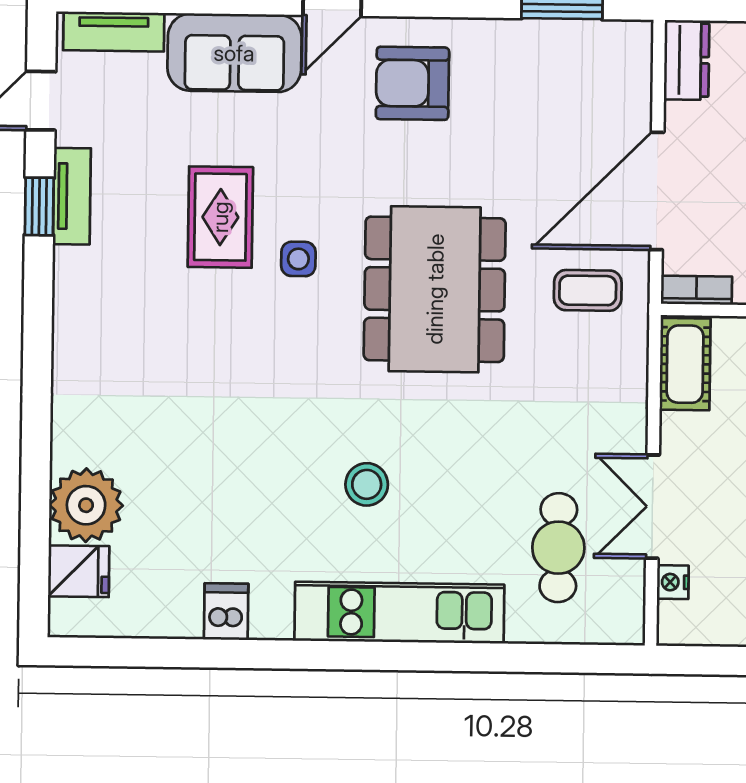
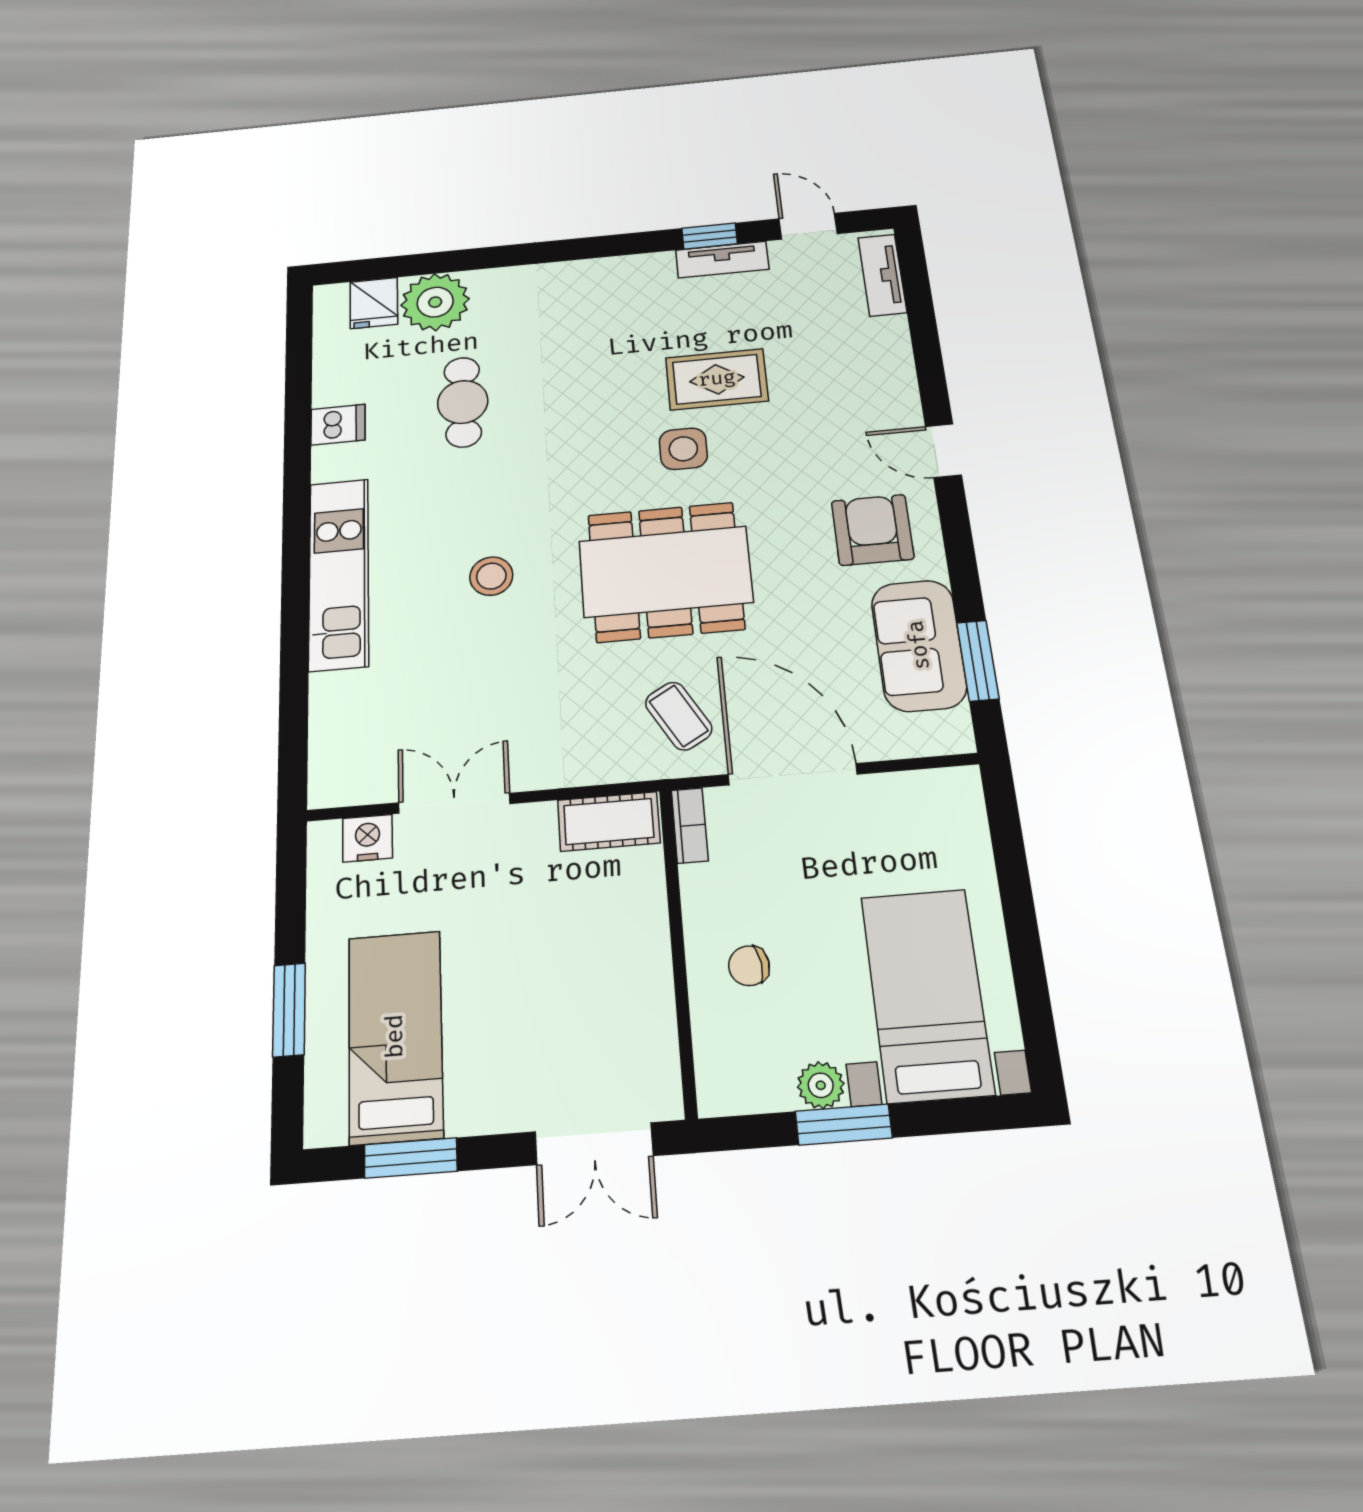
sofa: (234, 53) -> (919, 645), moved
dresser: (687, 60) -> (939, 791), removed
side table: (298, 259) -> (683, 449), width x1.37, depth x1.37
coffee table: (588, 290) -> (679, 716), turned -30
stool: (367, 484) -> (491, 576), moved
cafe table: (558, 548) -> (463, 402), moved, turned 90
nightstand: (673, 582) -> (368, 838), width x1.39, depth x1.35

